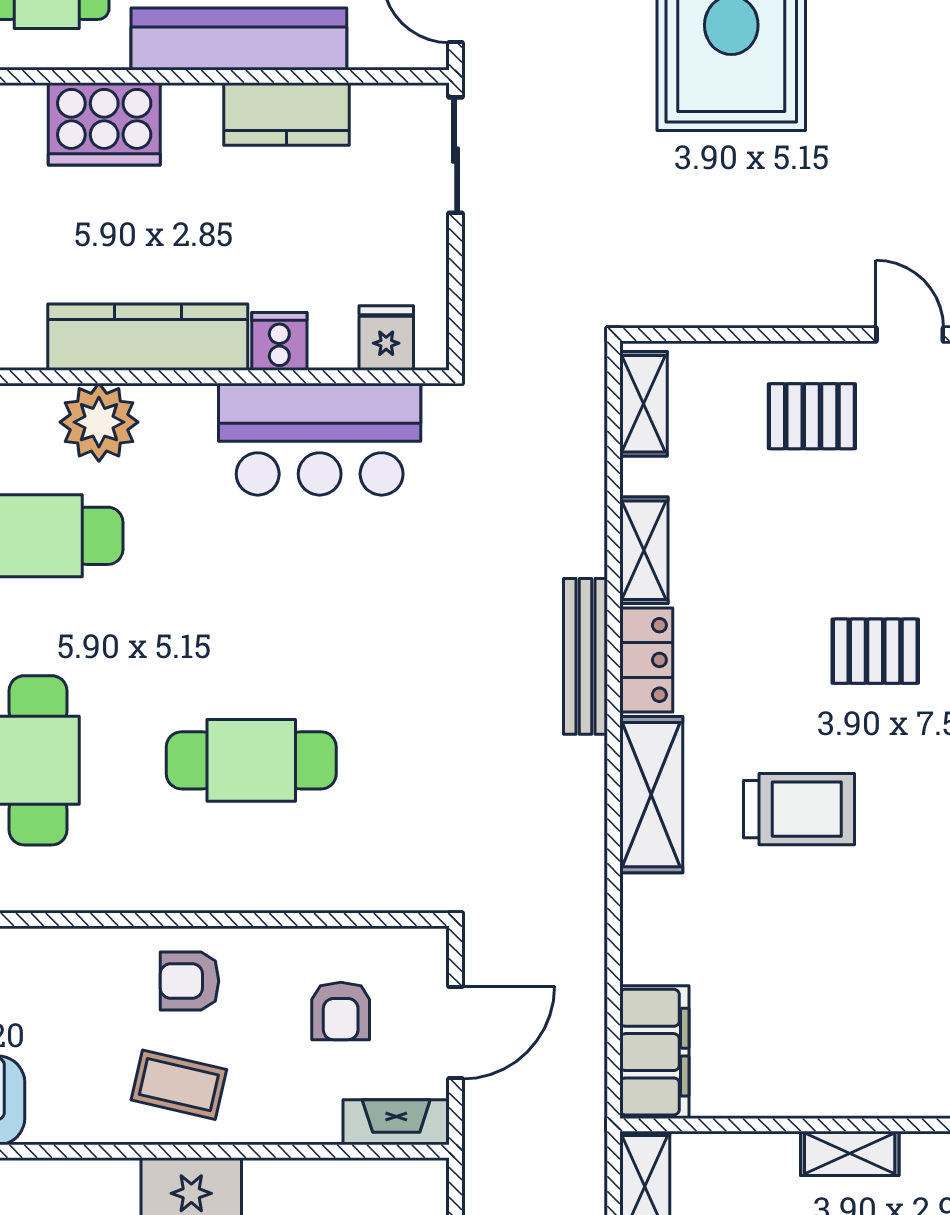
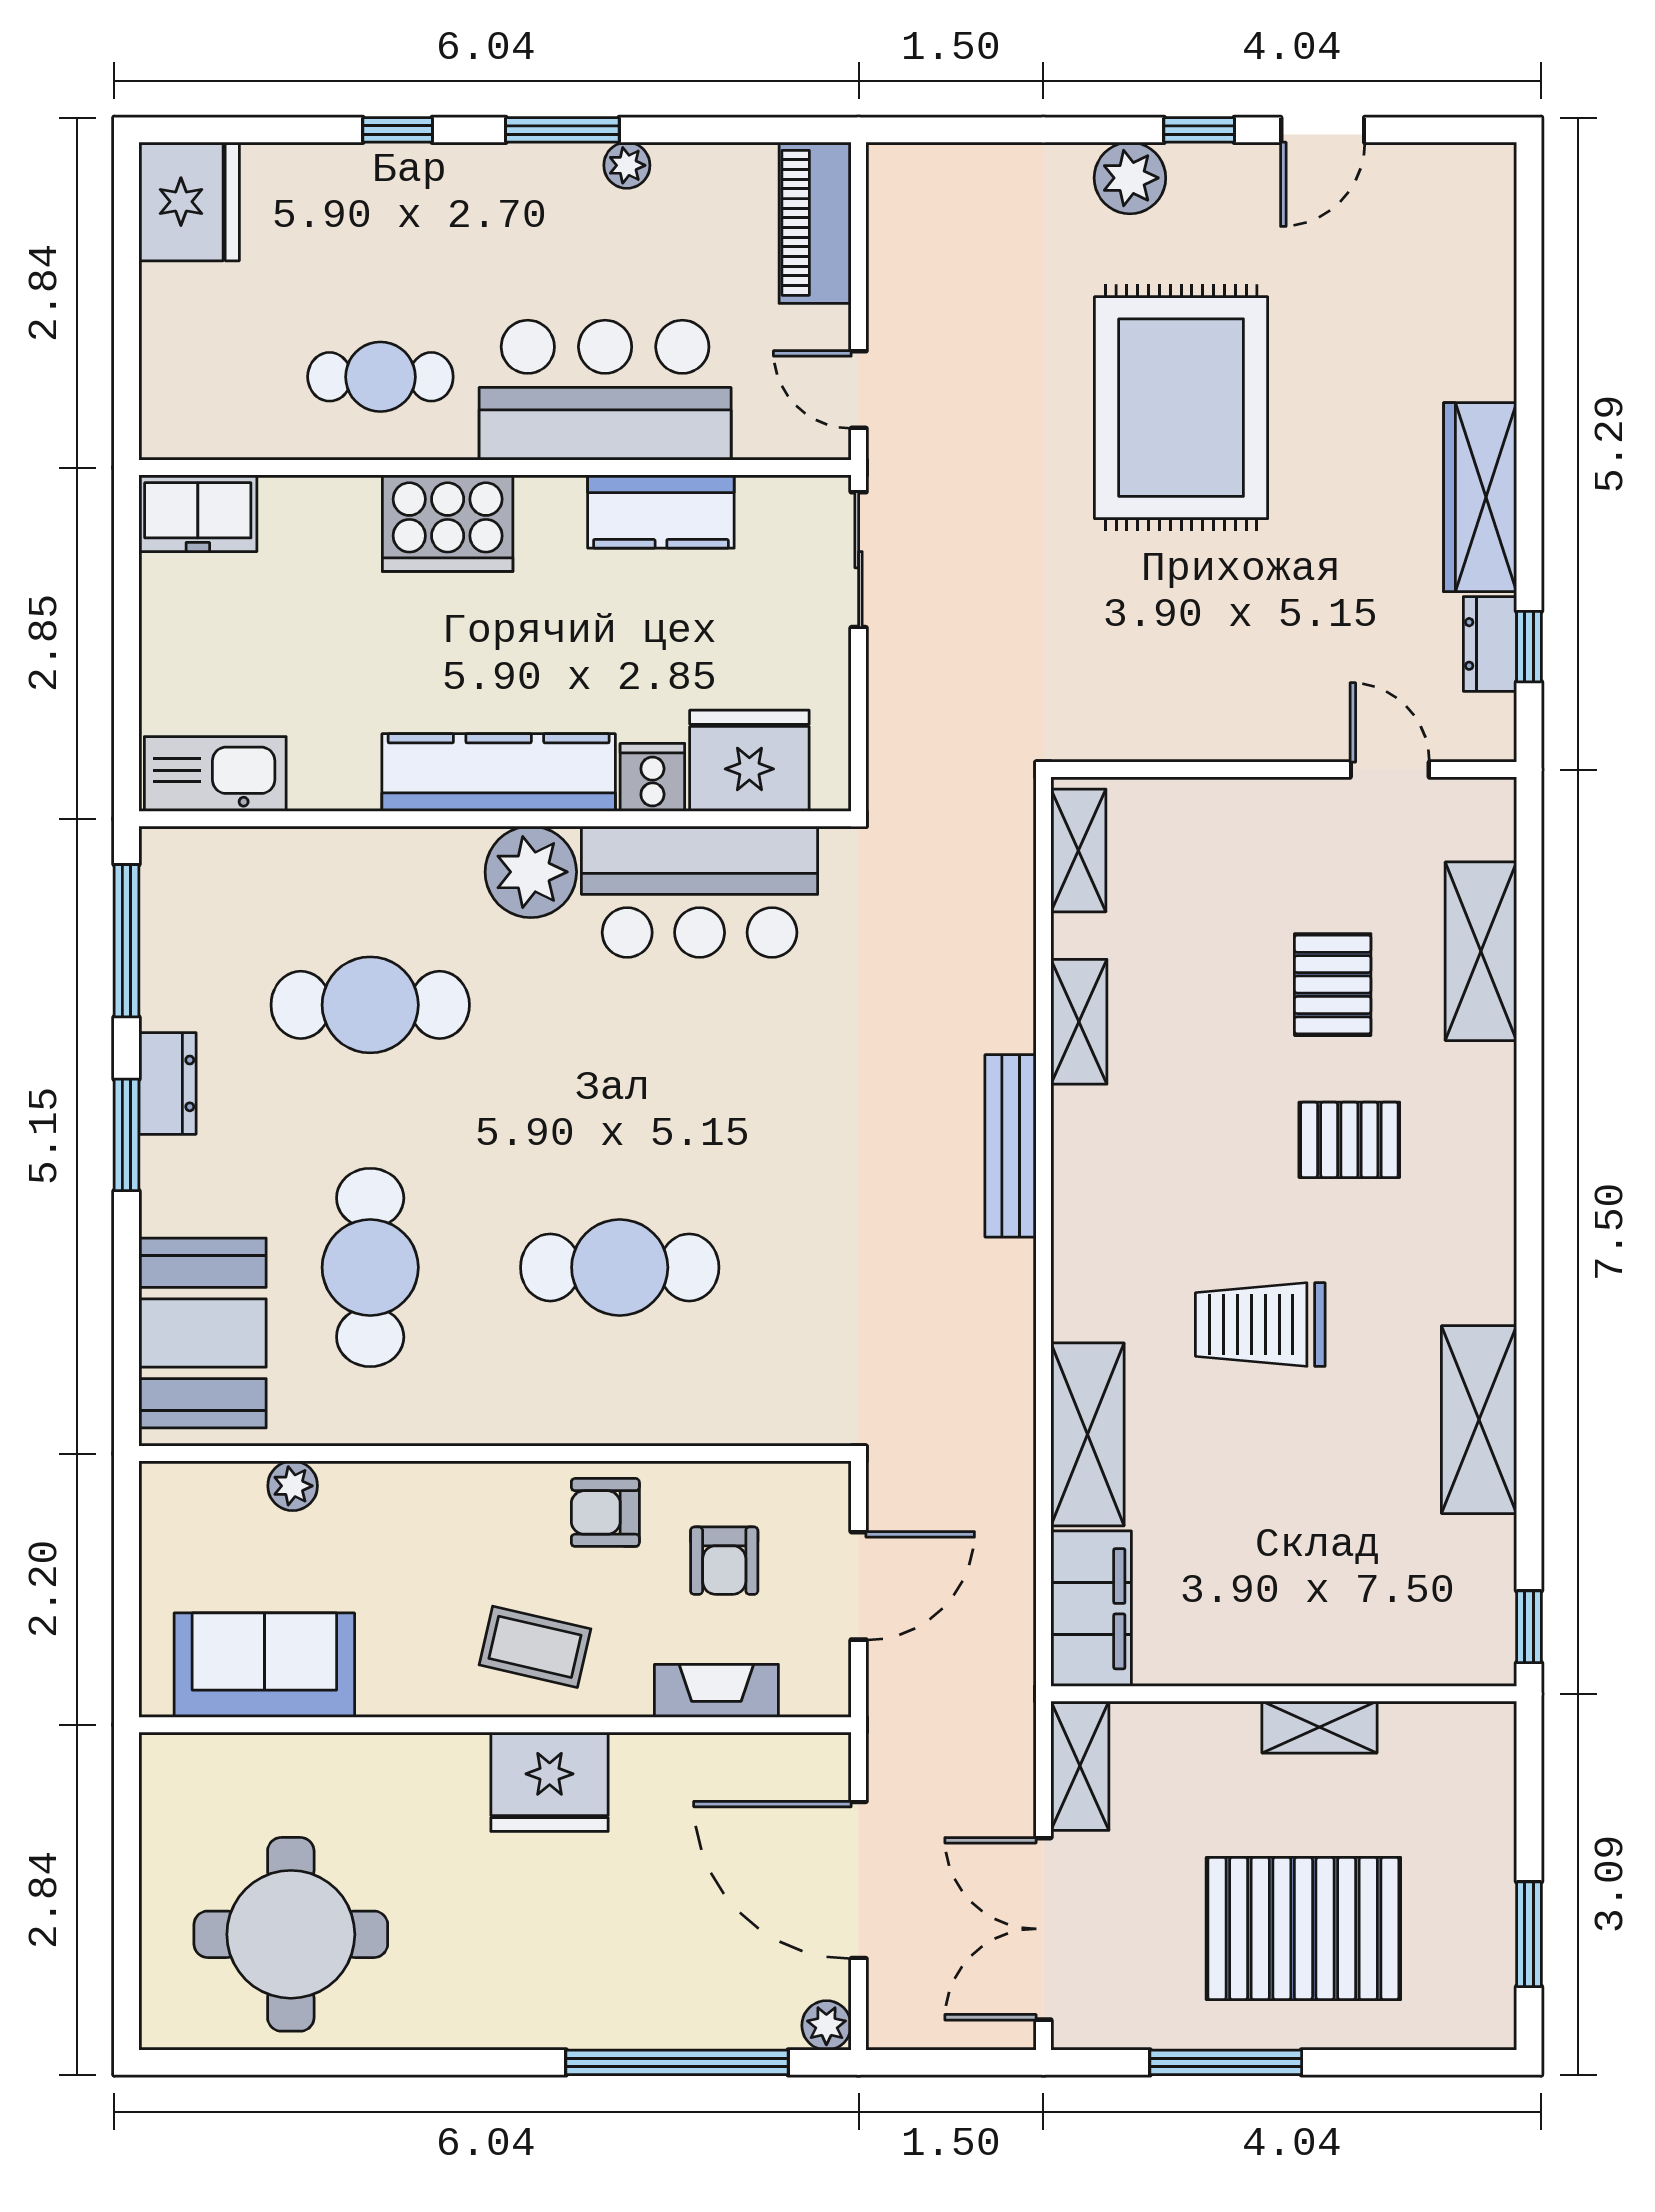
fridge: (386, 338) -> (749, 761), width x1.88, depth x1.34
pallet: (812, 416) -> (1333, 985), moved, turned 90
plant: (99, 422) -> (531, 872), moved
locker: (646, 660) -> (1082, 1150), removed
shelving: (651, 795) -> (1087, 1434), moved
trolley: (799, 809) -> (1260, 1325), turned 180
armchair: (190, 981) -> (605, 1512), moved
fireplace: (396, 1122) -> (716, 1691), moved

